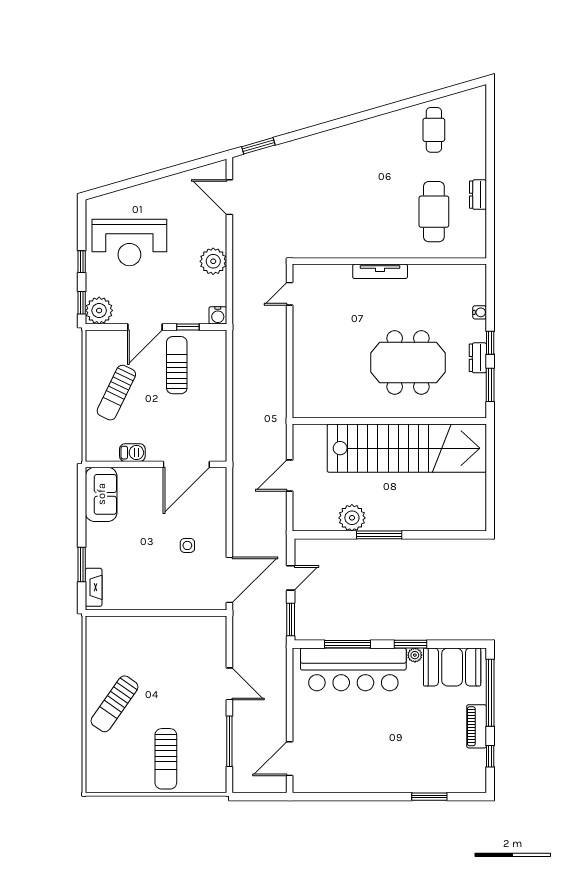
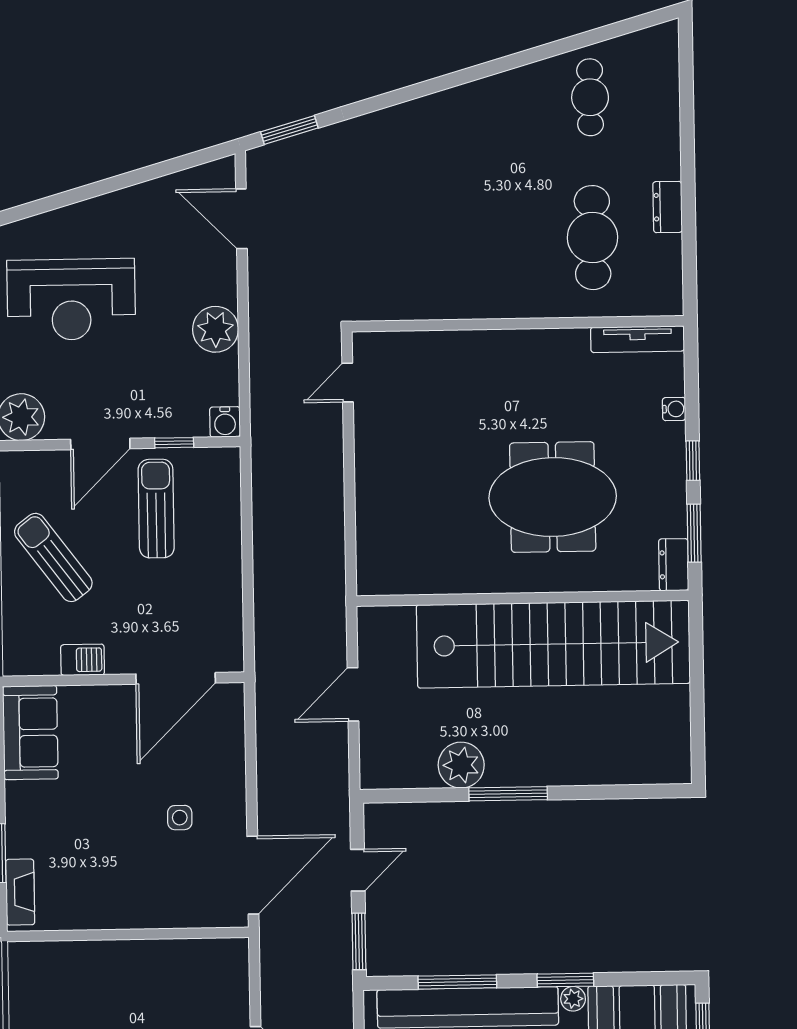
tv unit: (380, 271) -> (638, 339), moved
dresser: (478, 358) -> (674, 565), moved
sun lounger: (116, 393) -> (53, 557), turned 117

